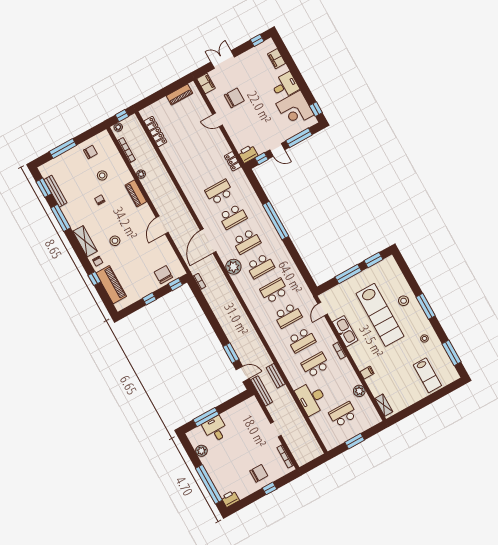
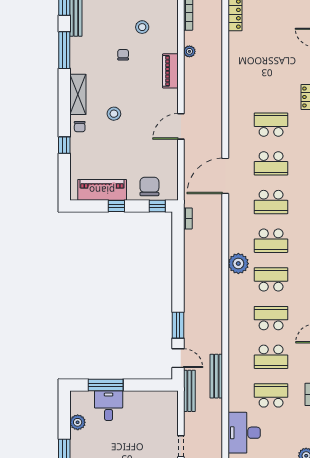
plant: (233, 267) -> (238, 264), moved
piano: (111, 285) -> (102, 190), moved, turned -90
school desk: (288, 315) -> (271, 318), turned 180
bench: (276, 376) -> (216, 376), width x1.36

